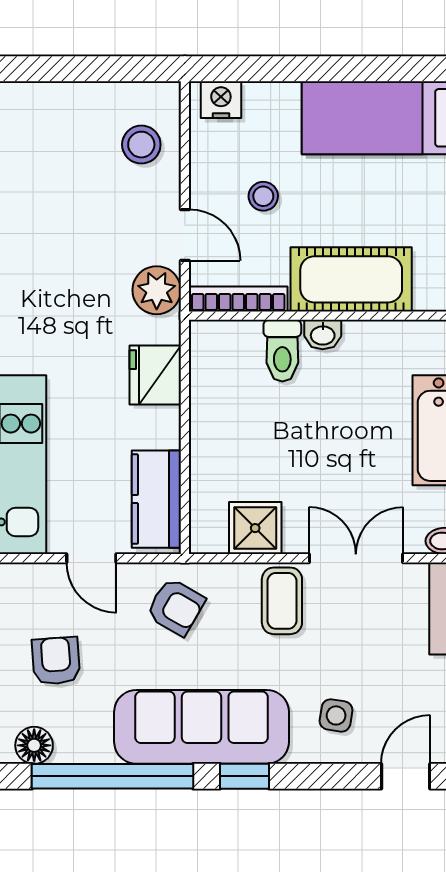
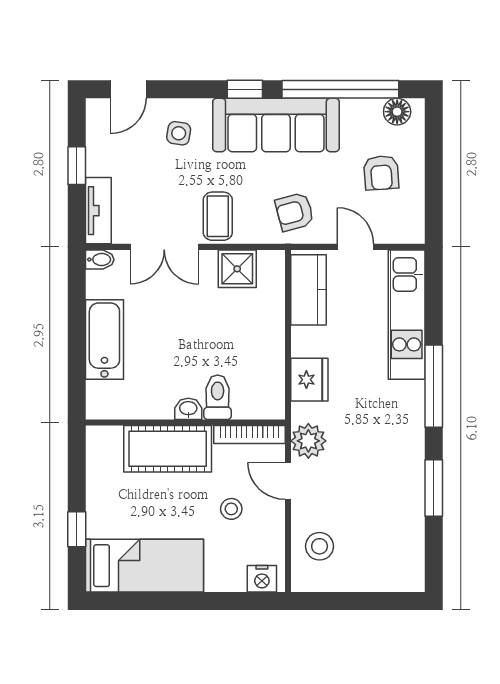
armchair: (176, 607) -> (295, 212), turned -45

